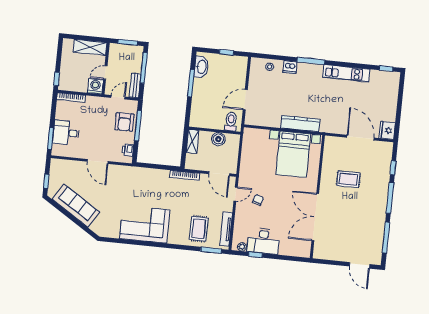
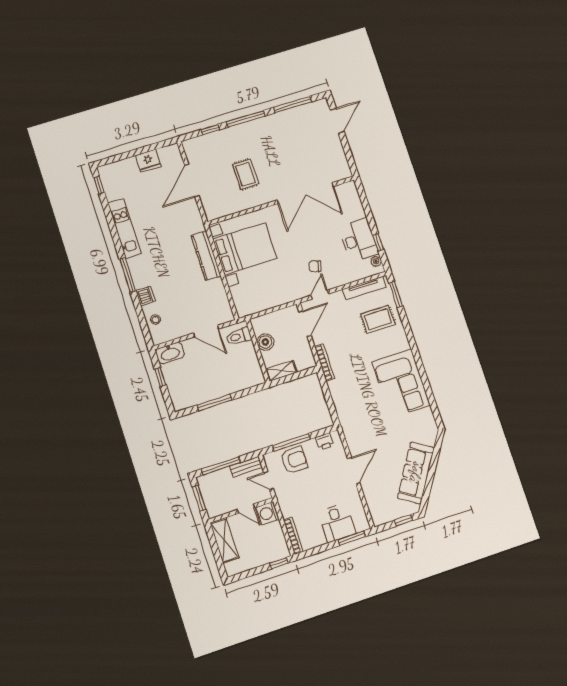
washbasin: (201, 67) -> (170, 353), moved, turned 180
fridge: (387, 130) -> (148, 161), moved
door: (236, 194) -> (320, 295), hinge flipped

